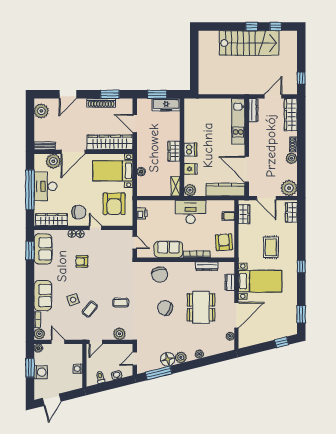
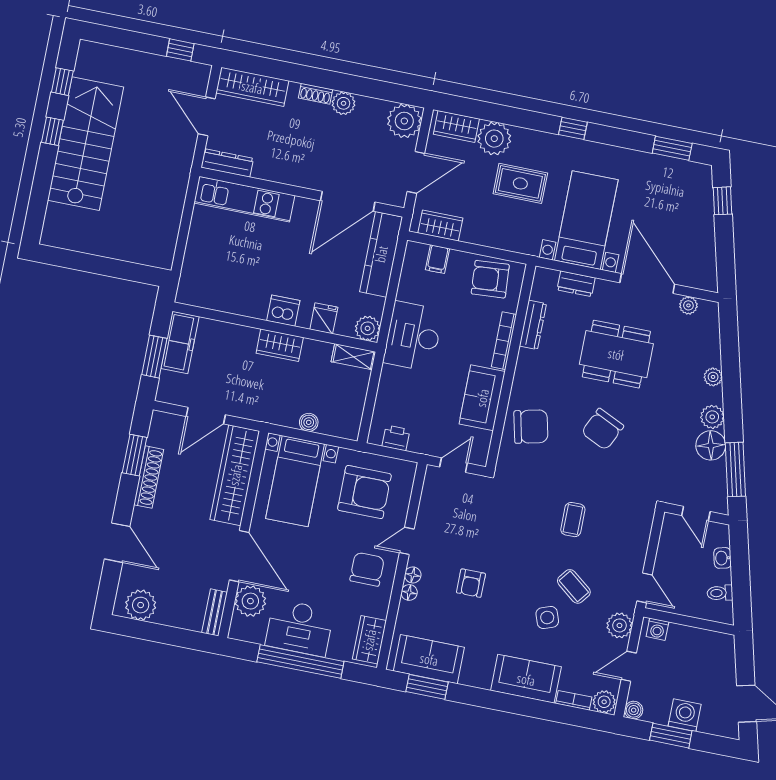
wardrobe: (52, 220) -> (369, 640), width x0.67
plant: (289, 231) -> (494, 139), added
plant: (119, 334) -> (619, 625), moved
washing machine: (78, 369) -> (657, 629), moved

